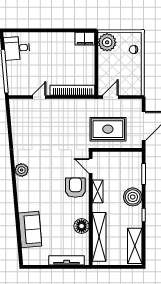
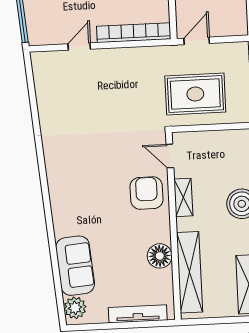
plant: (22, 170) -> (75, 308), moved

